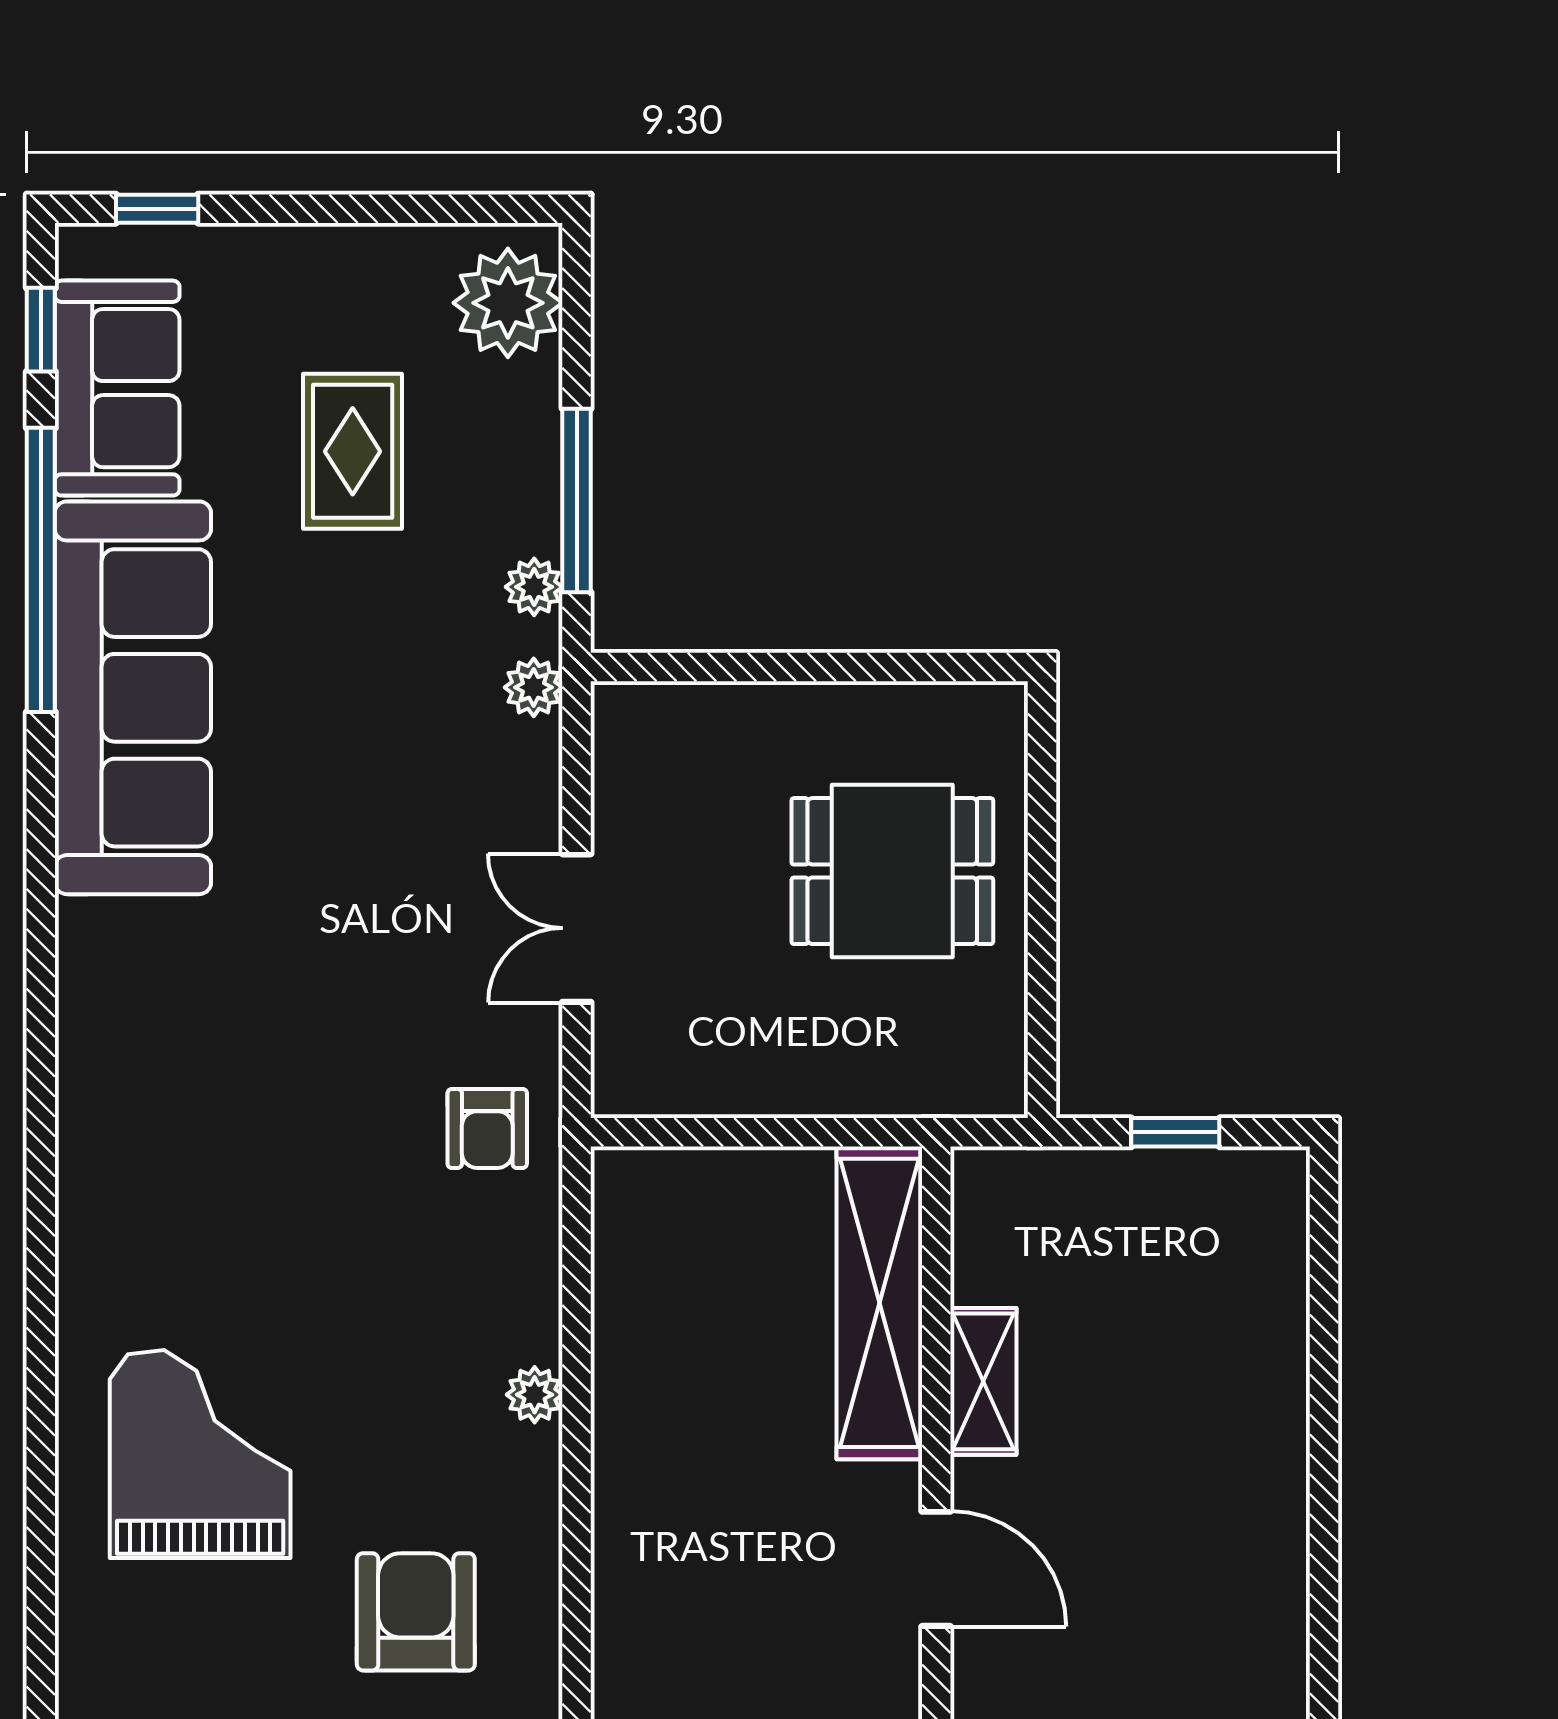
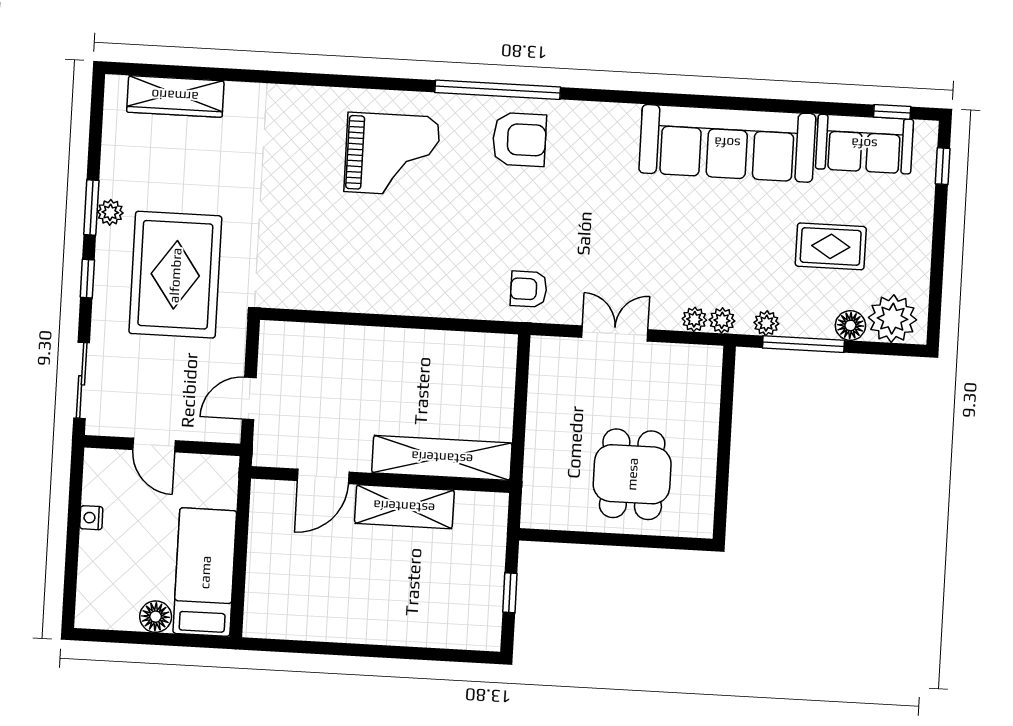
floor lamp: (529, 397) -> (850, 325), added
window: (41, 570) -> (498, 90), moved
shelving: (983, 1381) -> (404, 507), width x1.50, depth x1.33
plant: (535, 1395) -> (694, 319), moved
armchair: (416, 1612) -> (519, 139), moved

